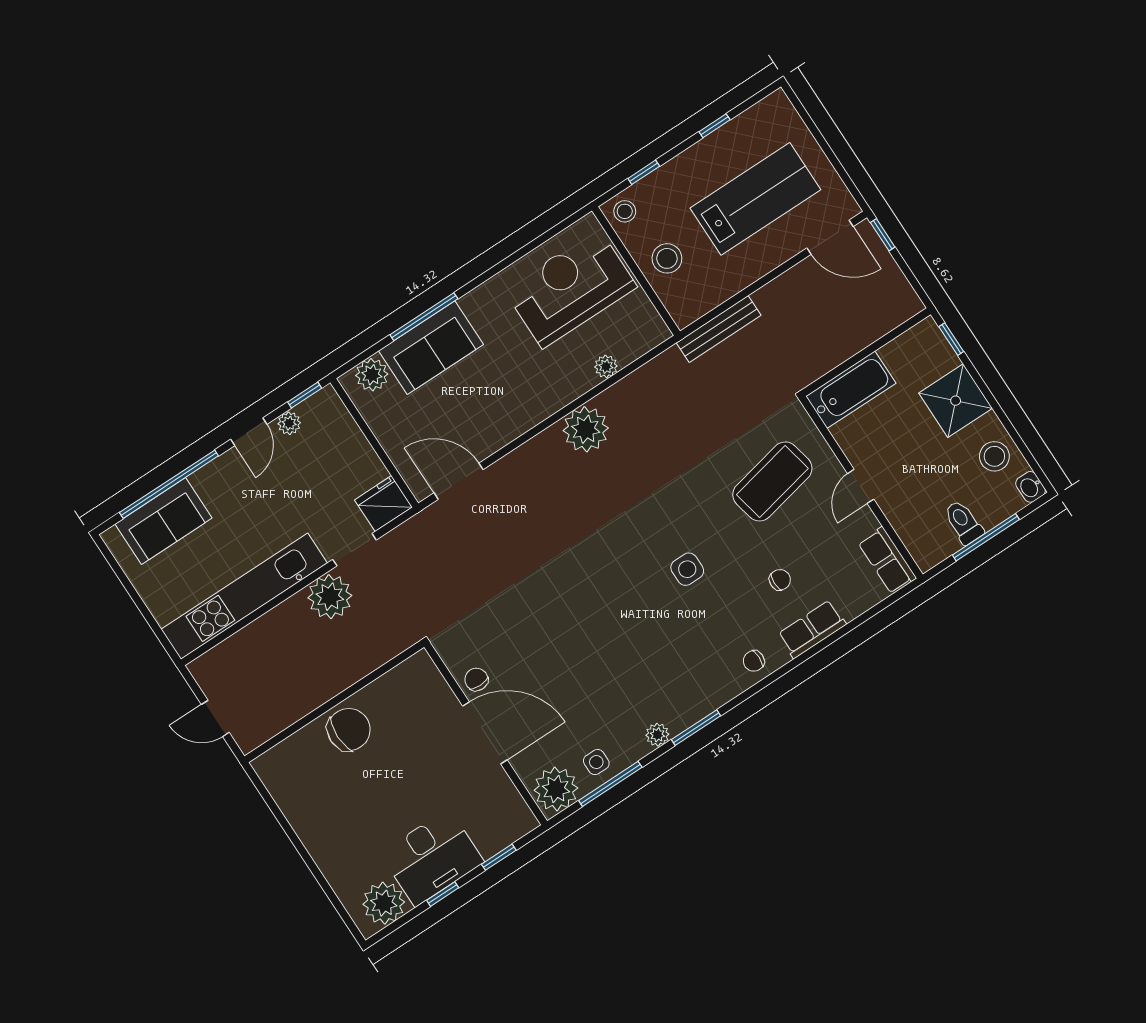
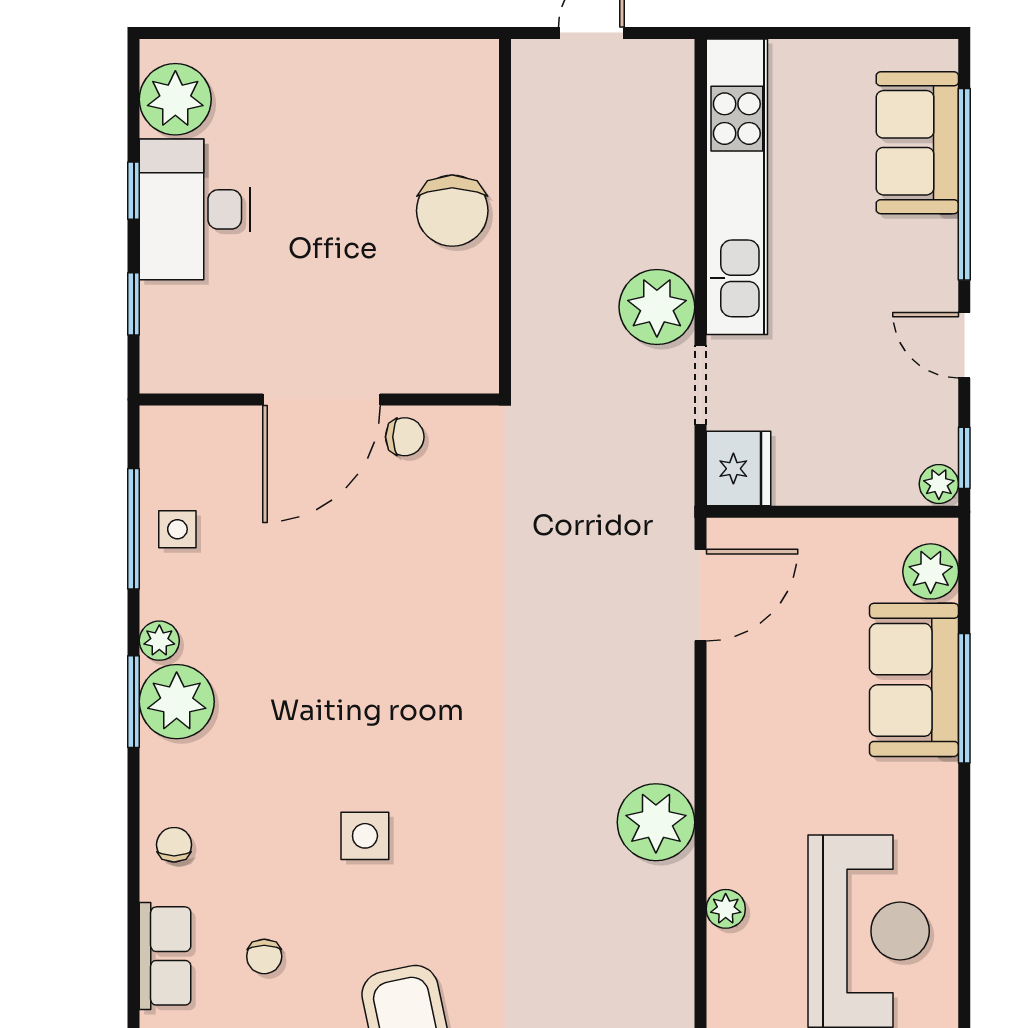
plant: (289, 423) -> (939, 484), moved
plant: (556, 789) -> (177, 702), moved

